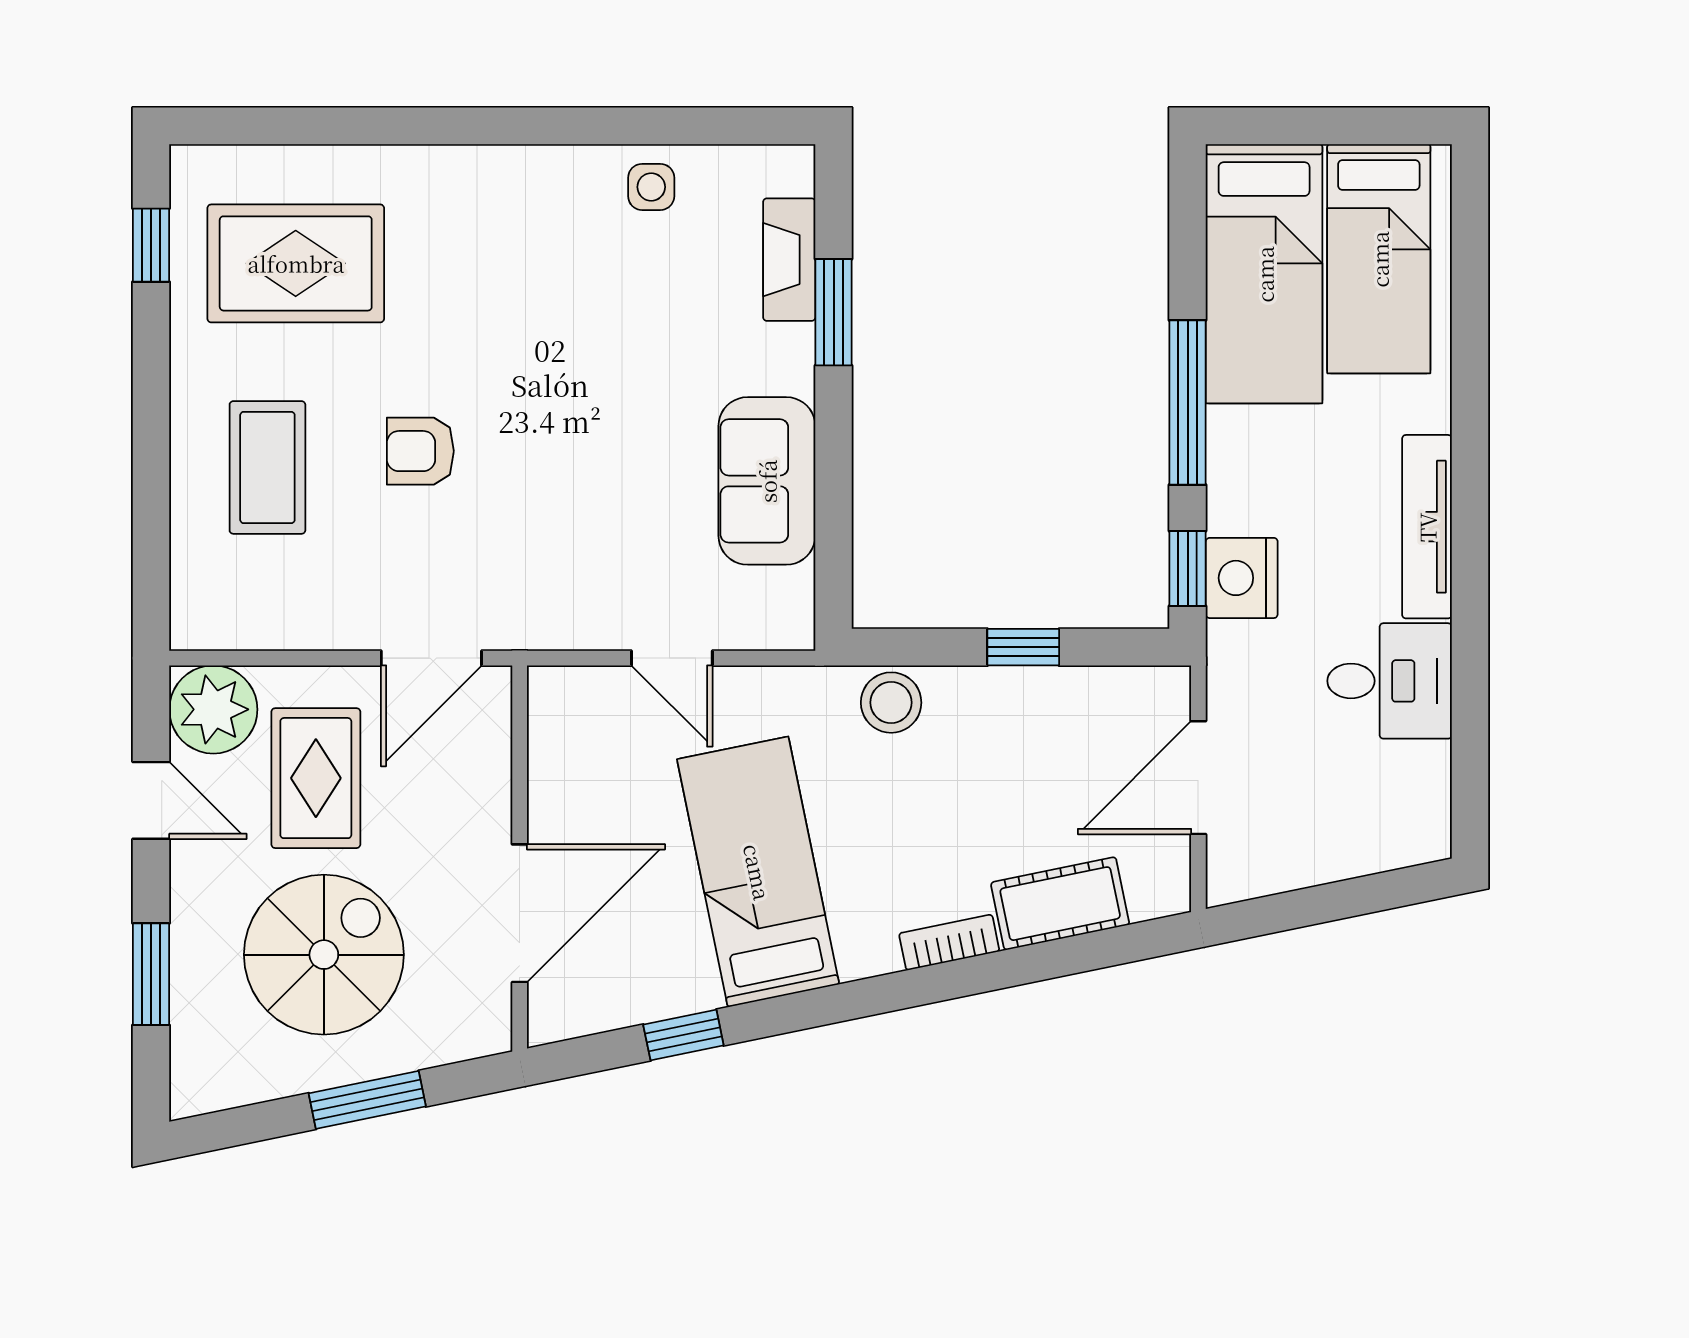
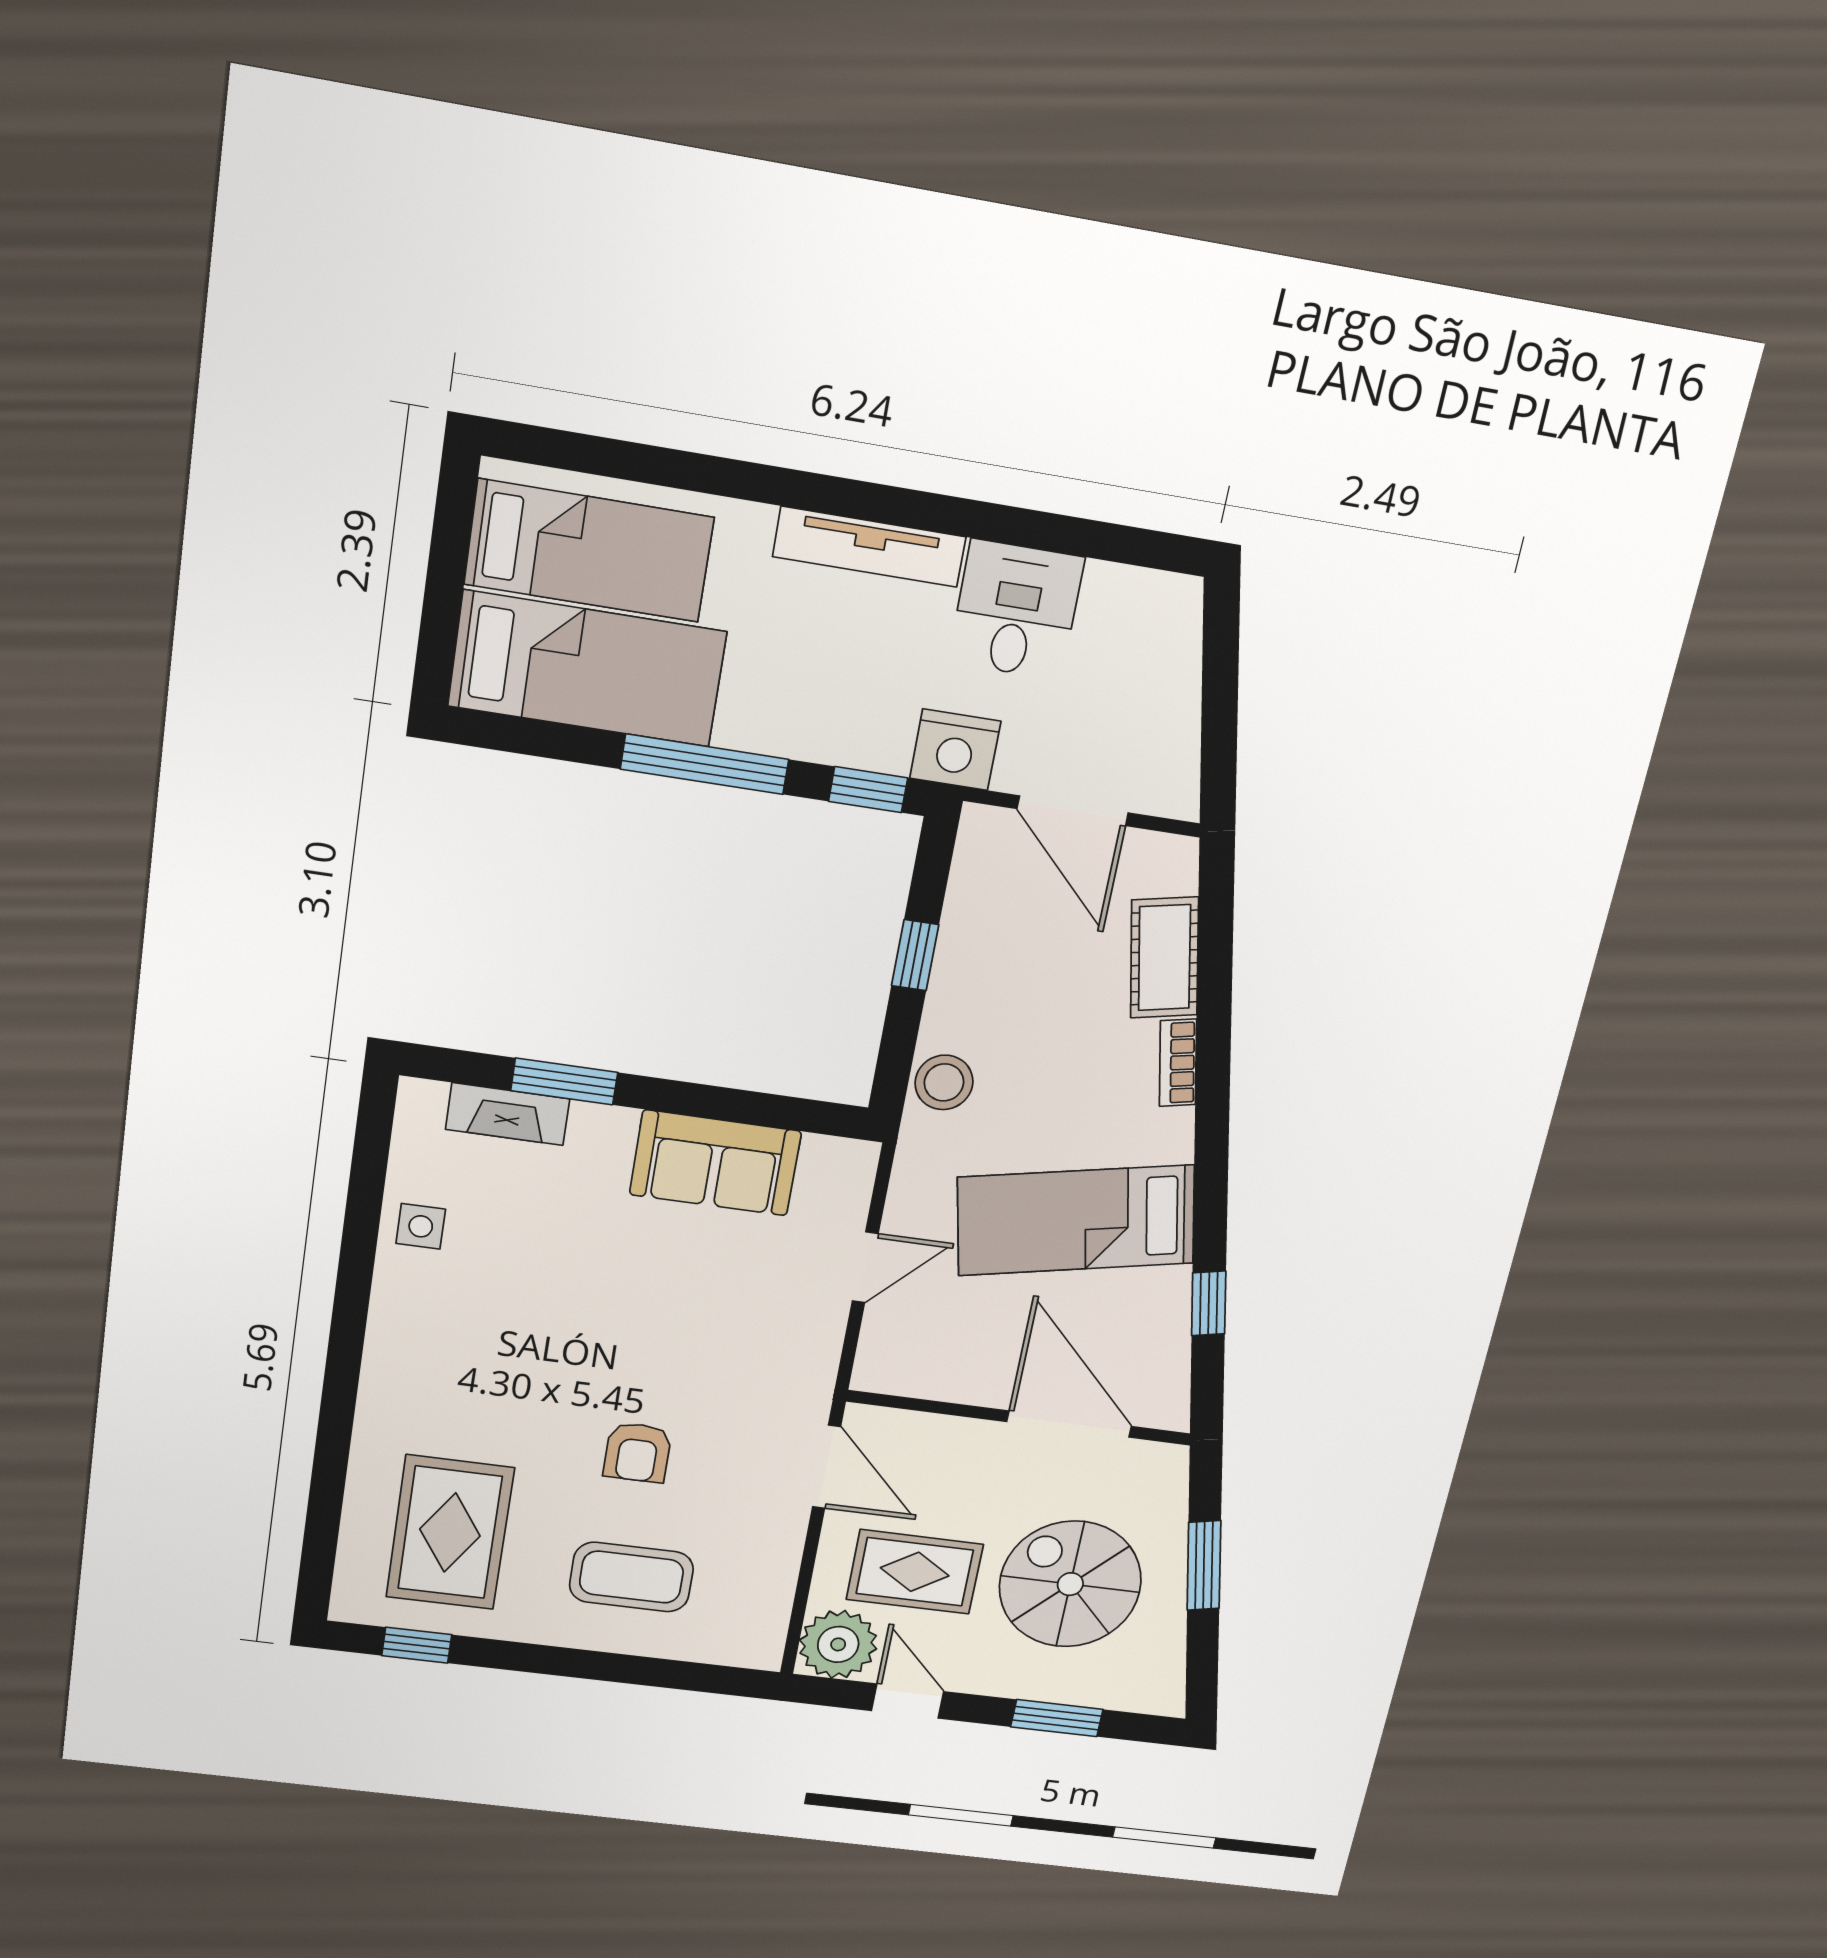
nightstand: (1242, 578) -> (955, 750), moved
door: (151, 800) -> (908, 1701), hinge flipped

